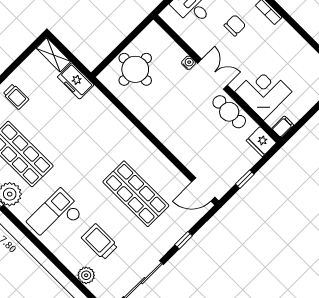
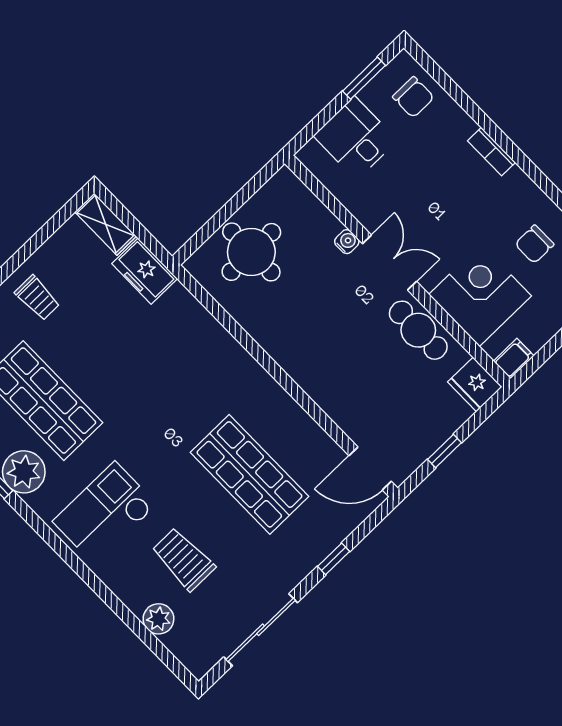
chair: (235, 25) -> (534, 244), moved, turned 180

